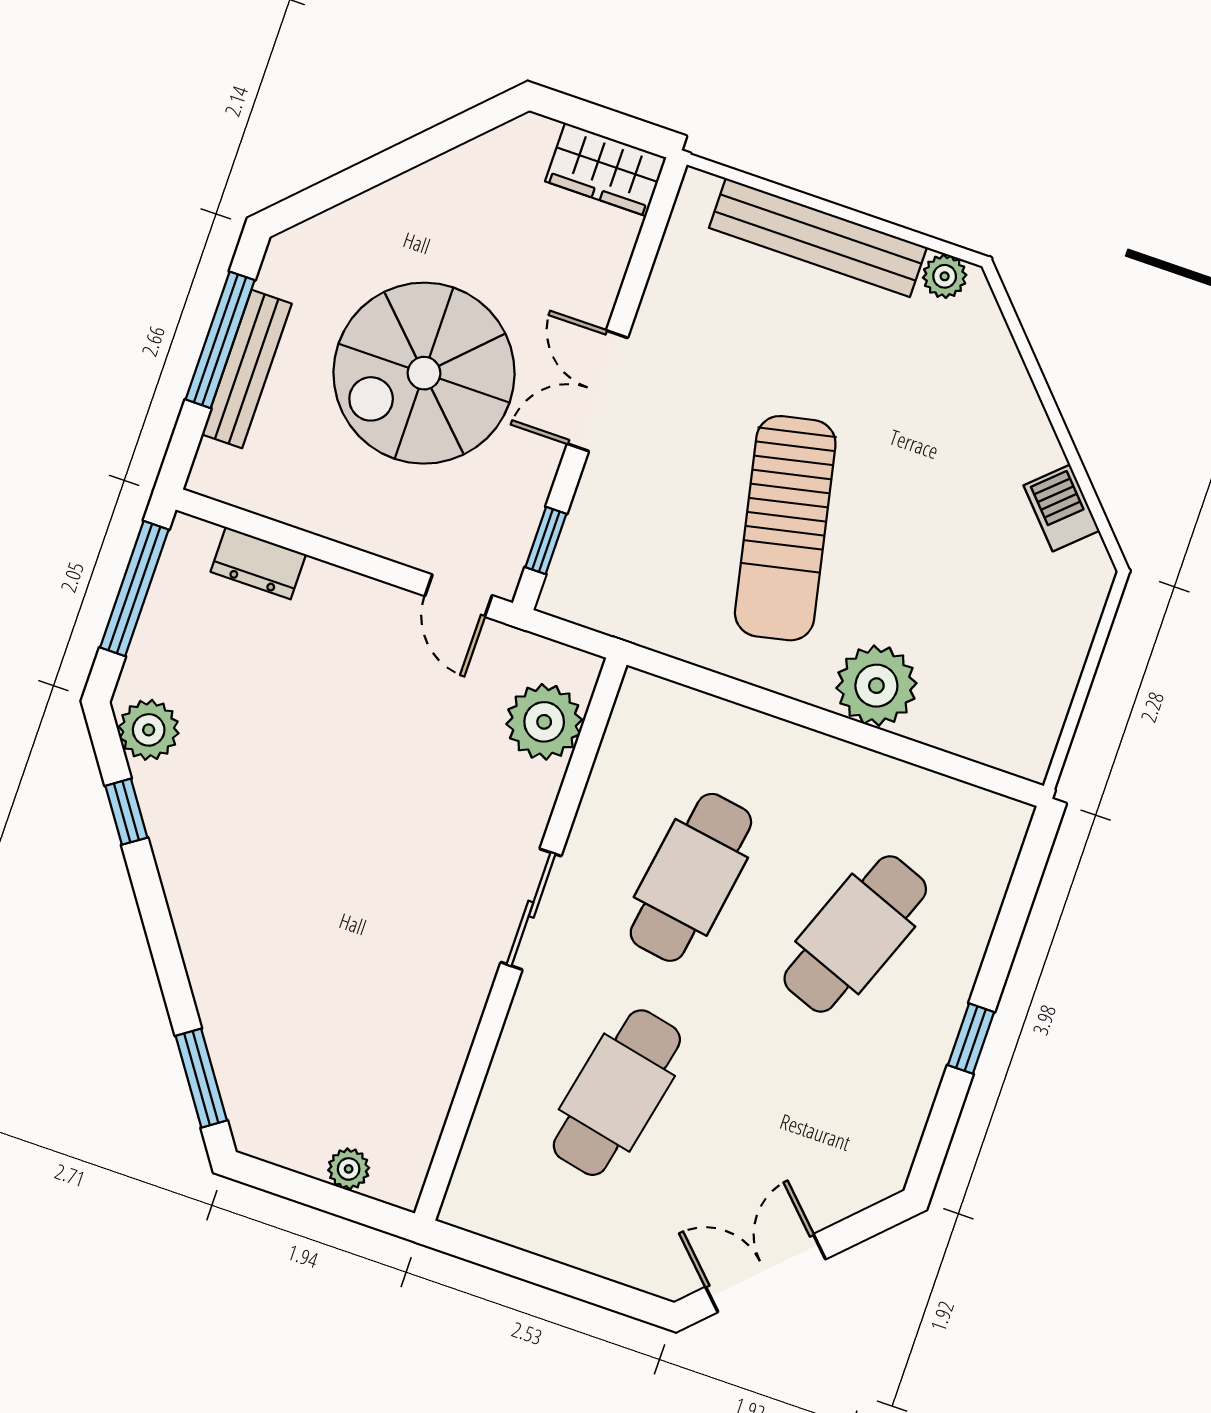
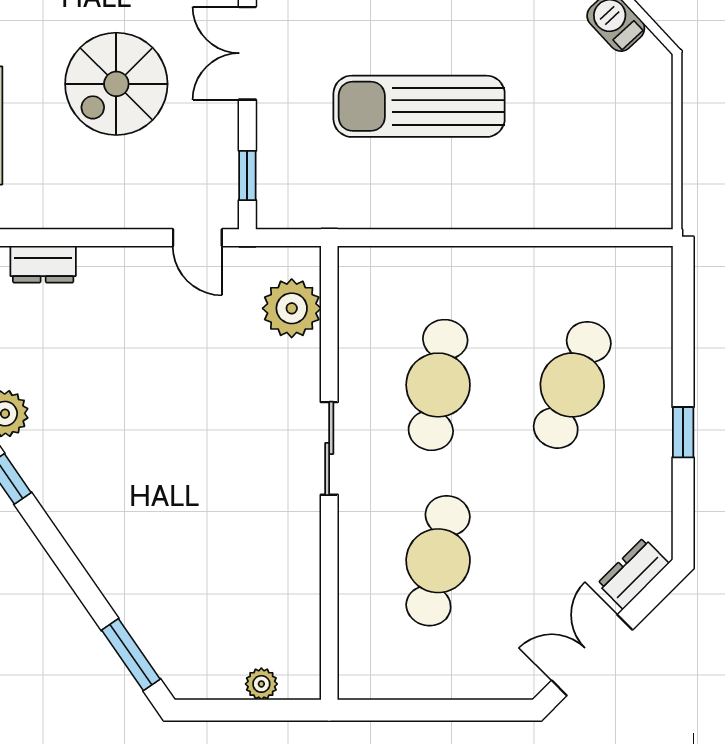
spiral stairs: (424, 373) -> (116, 84), width x0.73, depth x0.73
sun lounger: (785, 528) -> (419, 106), turned 102
plant: (876, 686) -> (525, 198), removed
dresser: (851, 1190) -> (633, 573), added

